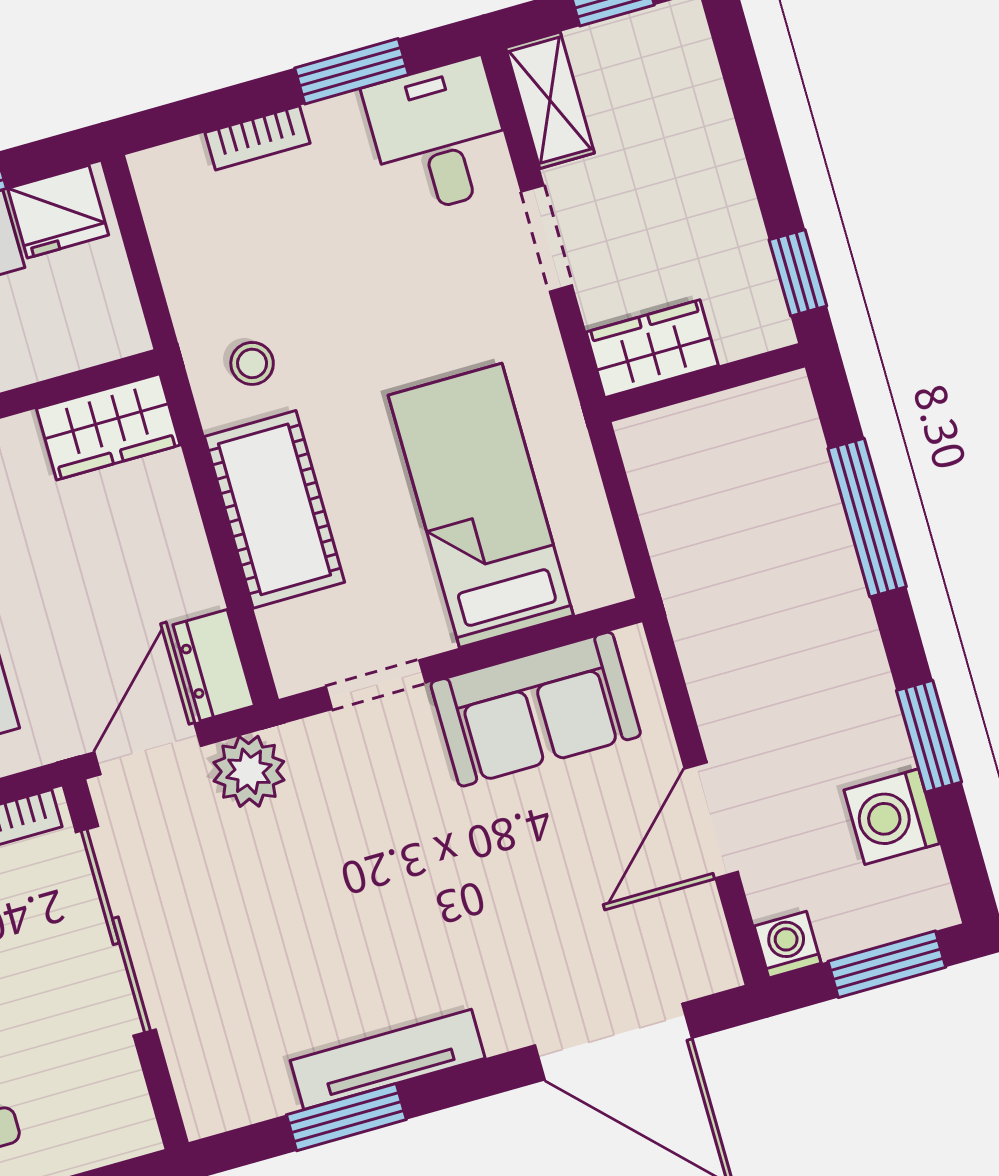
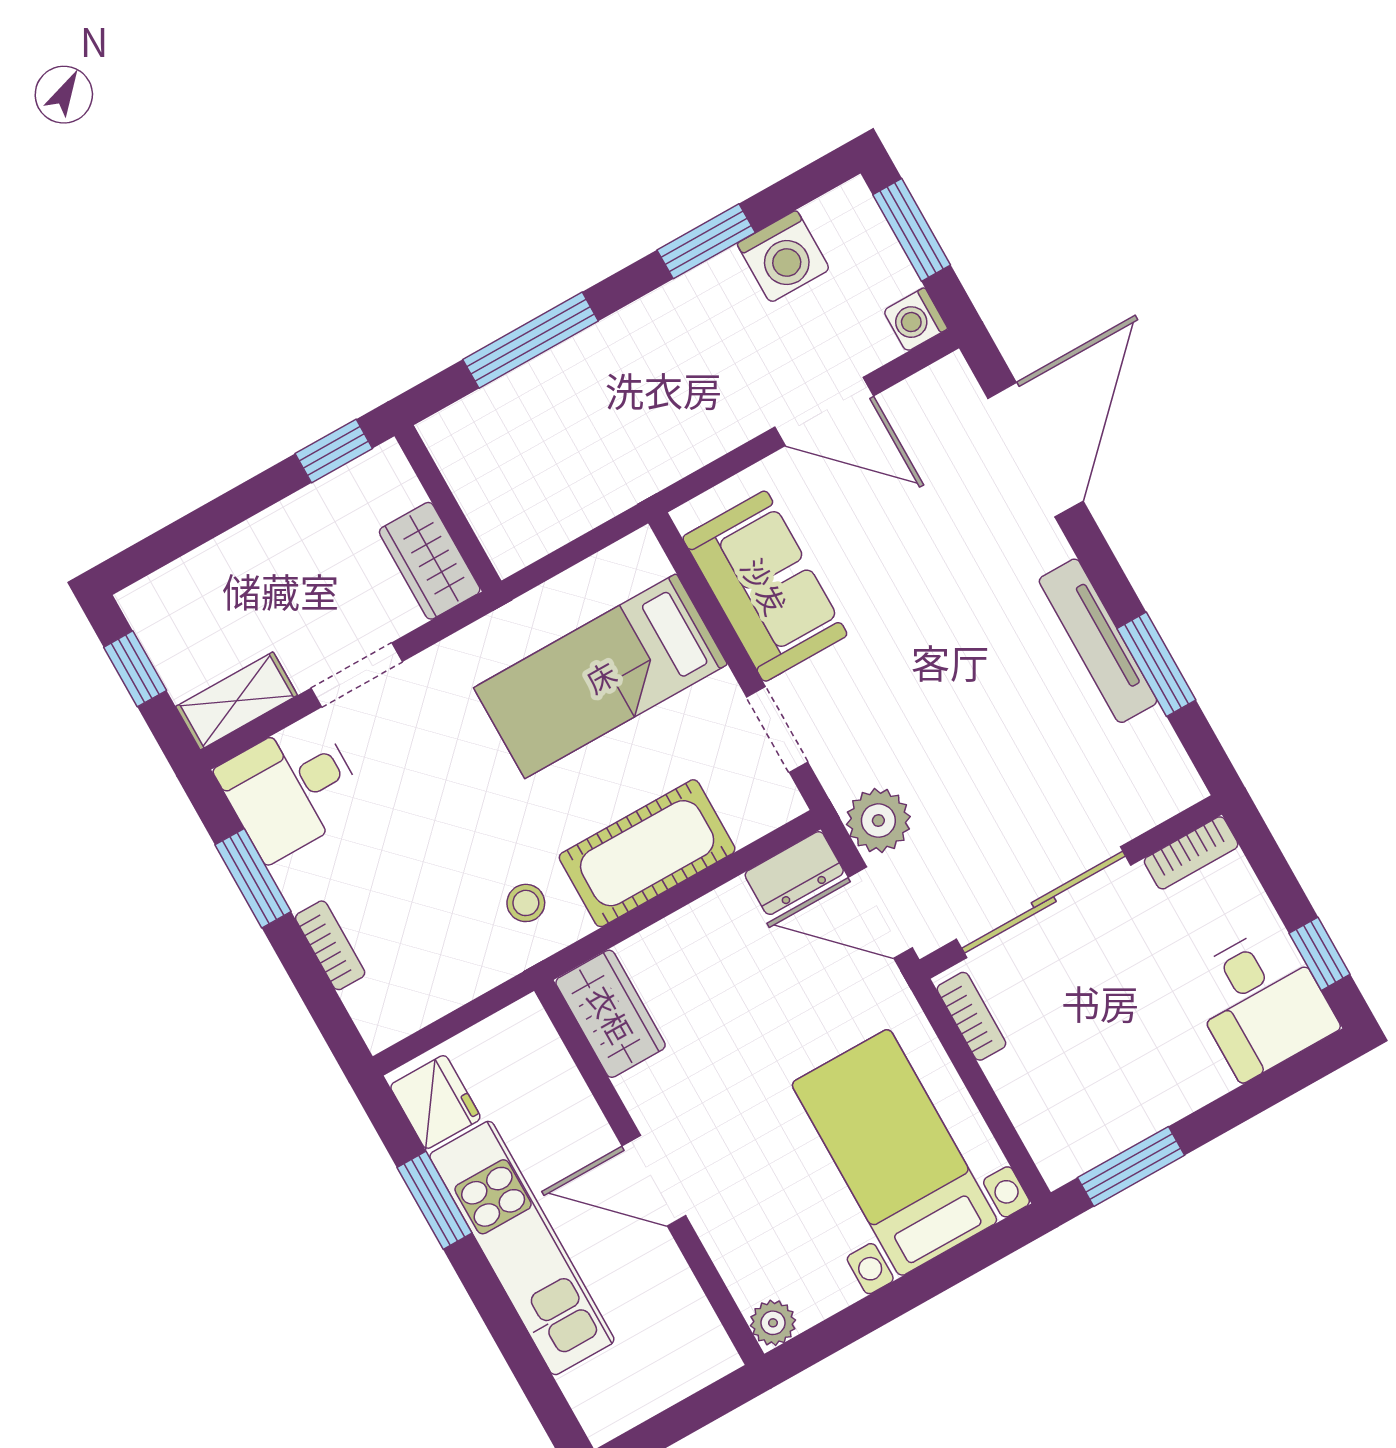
bookcase: (131, 1105) -> (1191, 853), added

